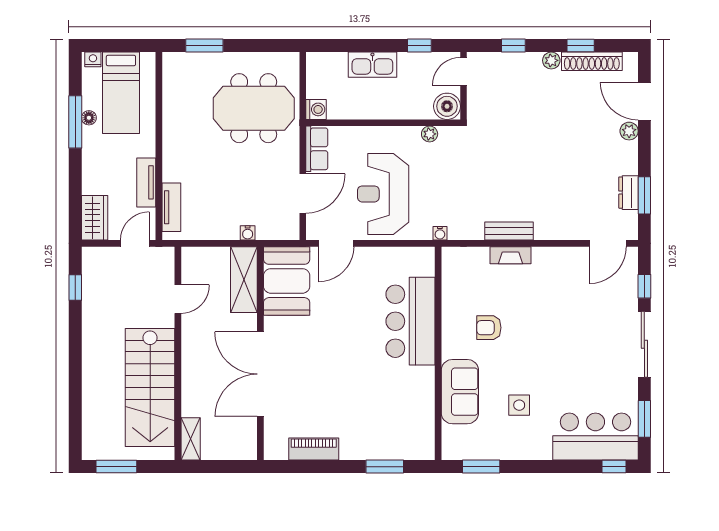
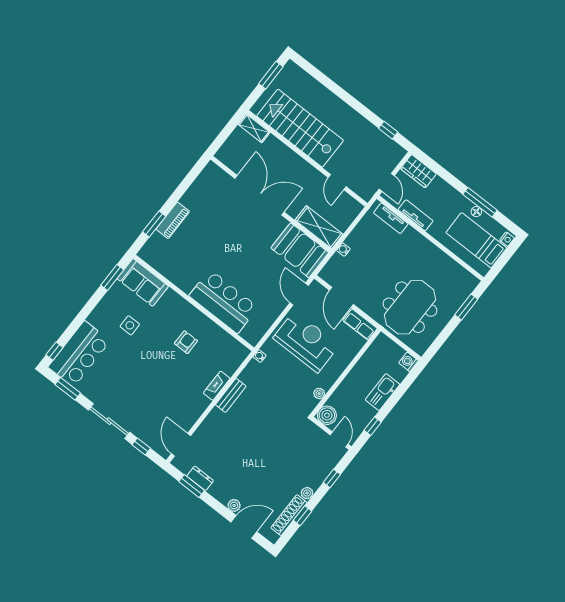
washing machine: (316, 109) -> (408, 362), moved, turned 90
sofa: (460, 392) -> (143, 282), moved
piano: (314, 449) -> (173, 220), moved

